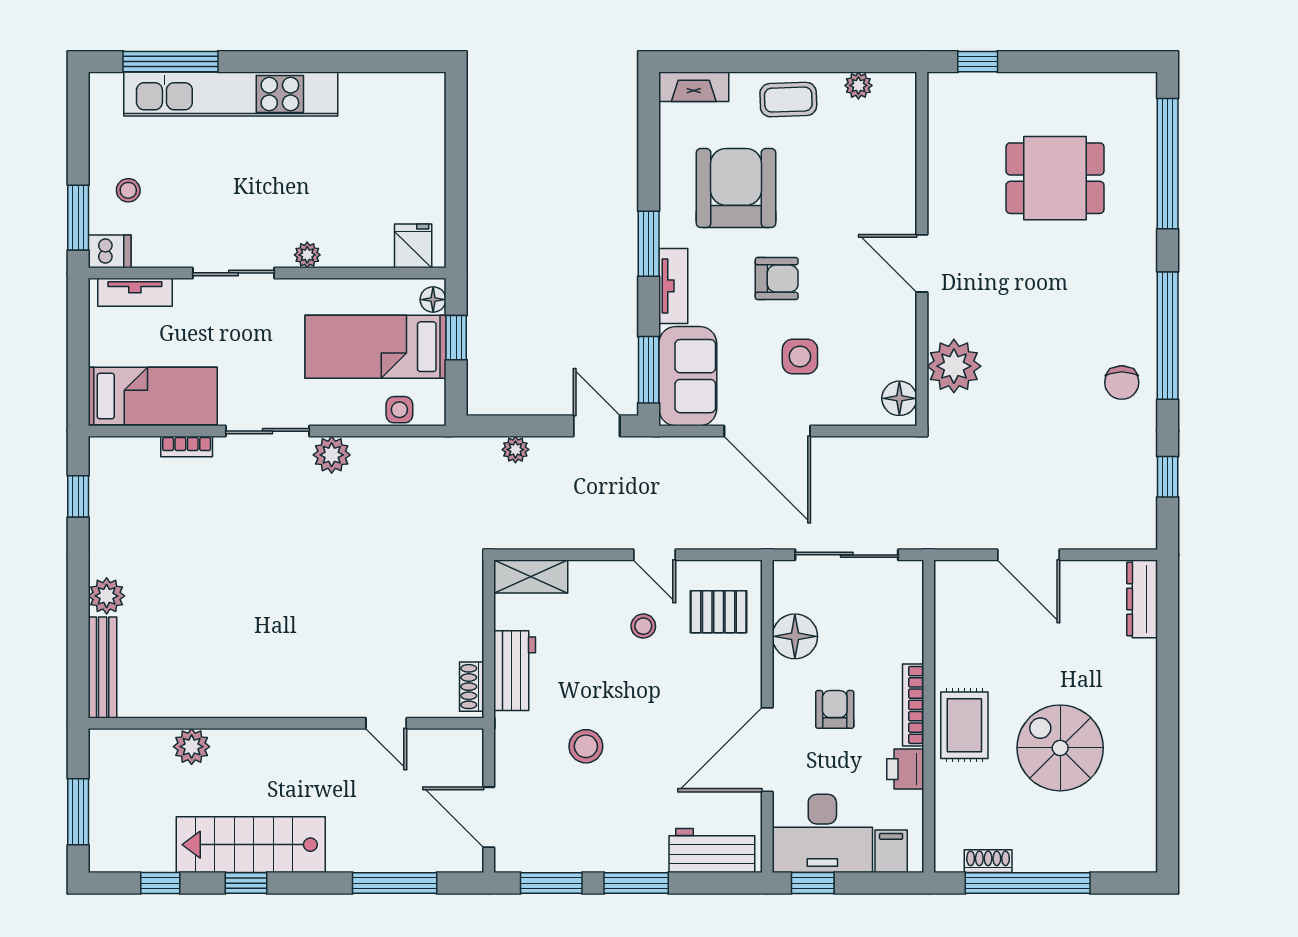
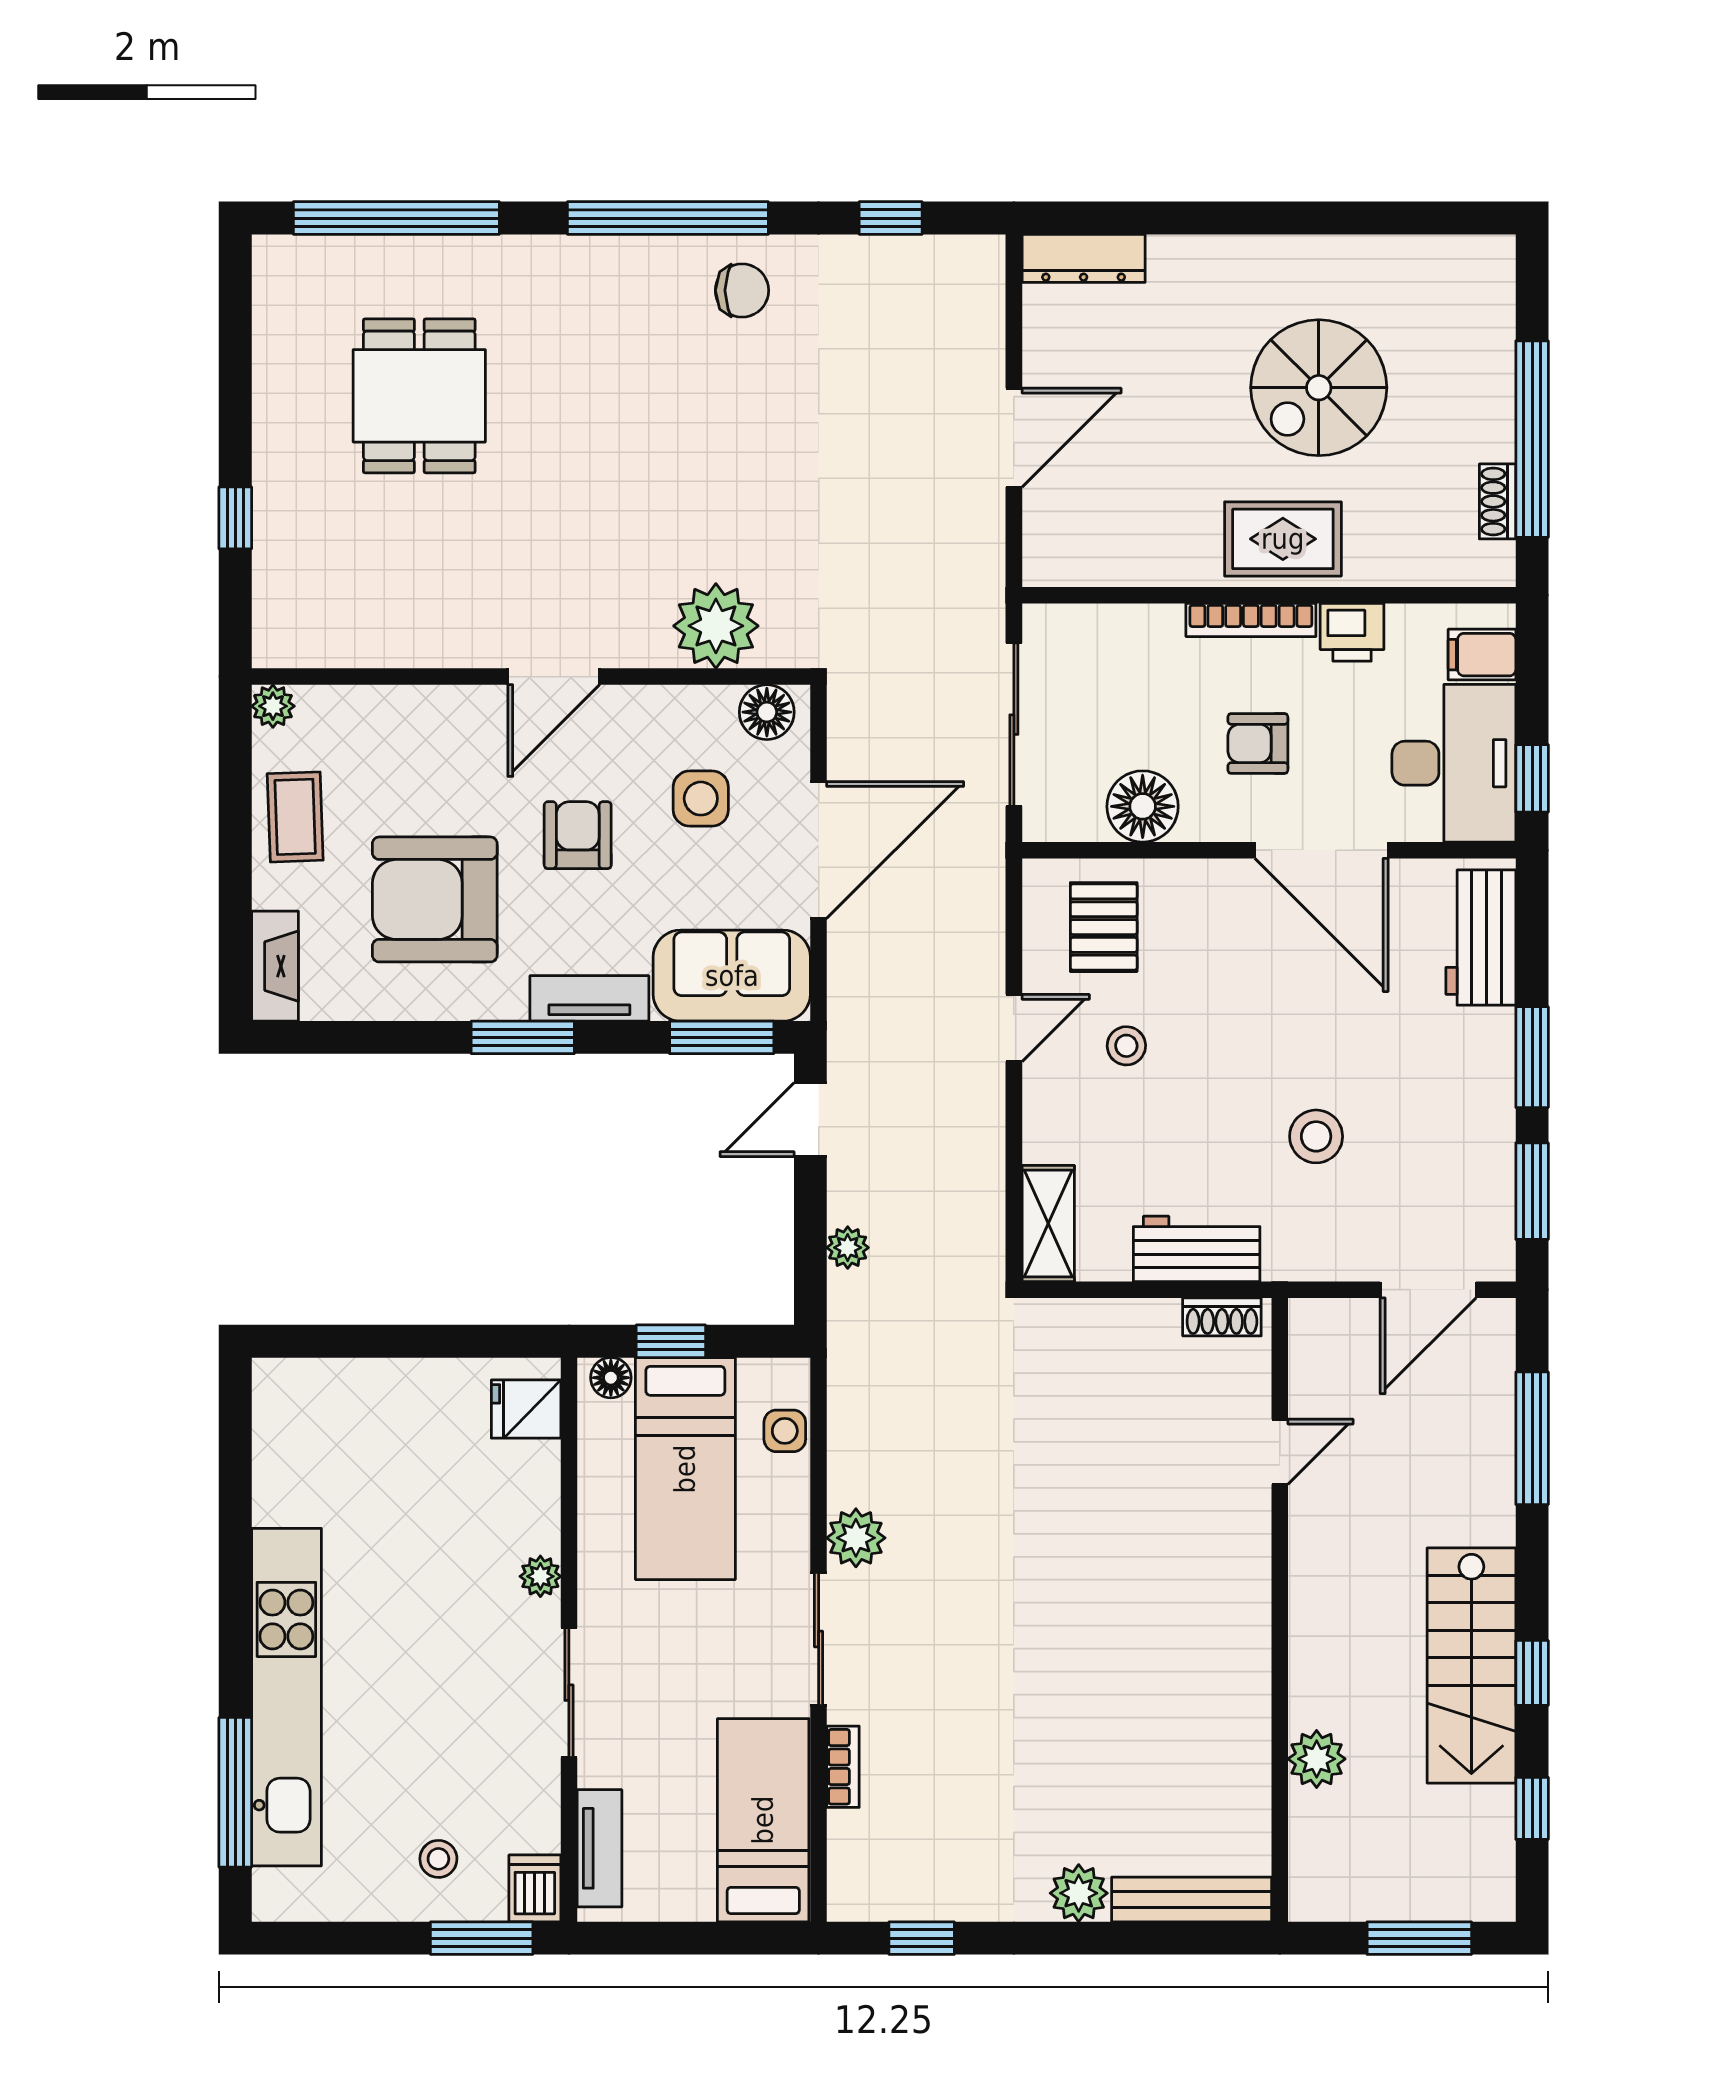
wall: (922, 249) -> (531, 677), moved
door: (922, 263) -> (554, 677), moved
plant: (954, 366) -> (716, 626), moved
floor lamp: (899, 398) -> (767, 712), moved

